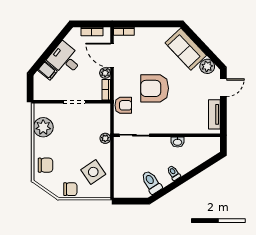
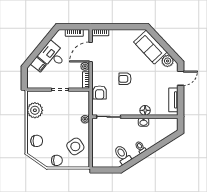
door: (112, 55) -> (91, 52), hinge flipped
armchair: (155, 88) -> (125, 79), width x0.53, depth x0.53
armchair: (123, 105) -> (100, 93), turned 90
floor lamp: (179, 127) -> (145, 110), added

